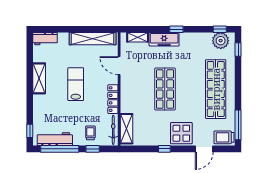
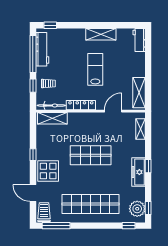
shelving: (93, 39) -> (139, 93), width x0.68
freezer: (164, 39) -> (138, 172), moved
lab bench: (76, 84) -> (95, 69), turned -90

